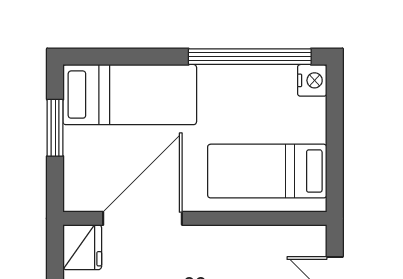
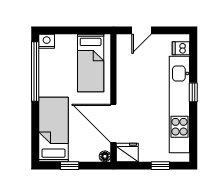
window: (55, 128) -> (70, 166), width x0.67
floor lamp: (74, 201) -> (105, 156), added

